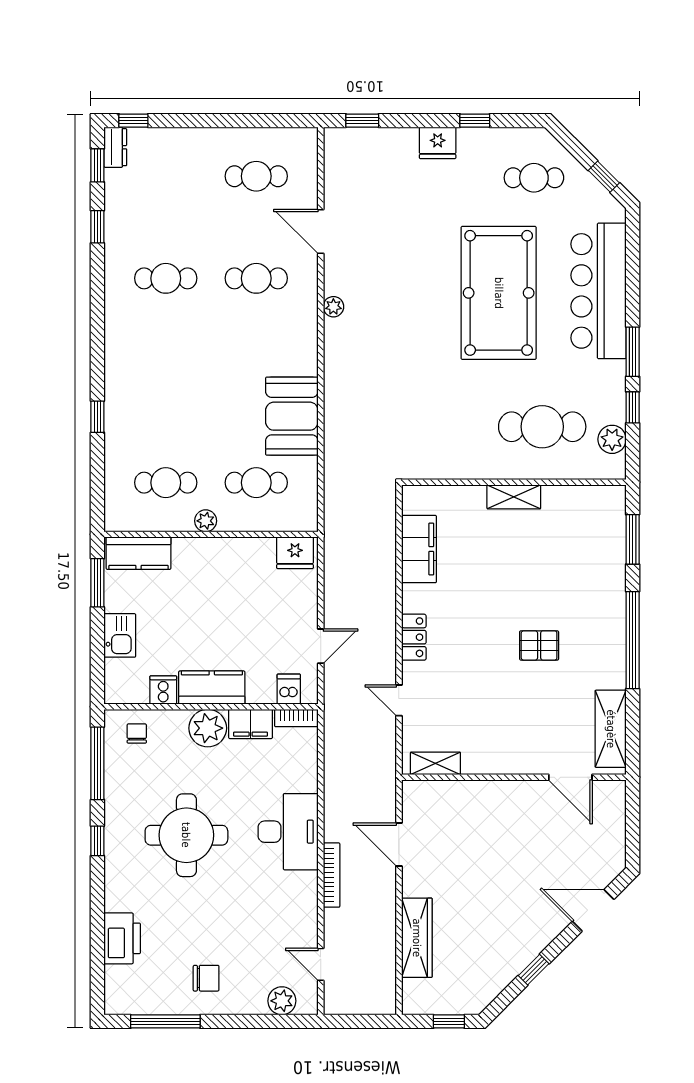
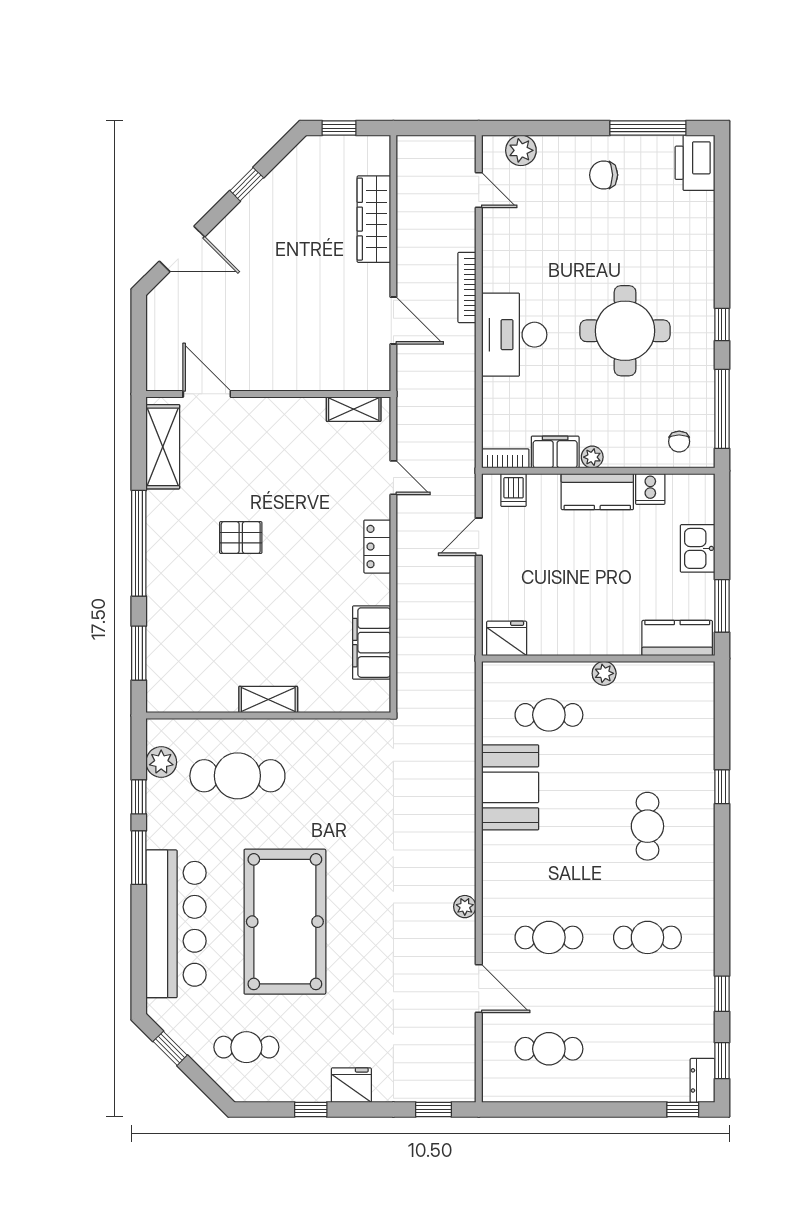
cafe table: (166, 483) -> (647, 826), moved, turned 90
plant: (208, 728) -> (592, 457), width x0.53, depth x0.53
printer: (122, 938) -> (695, 163), moved

